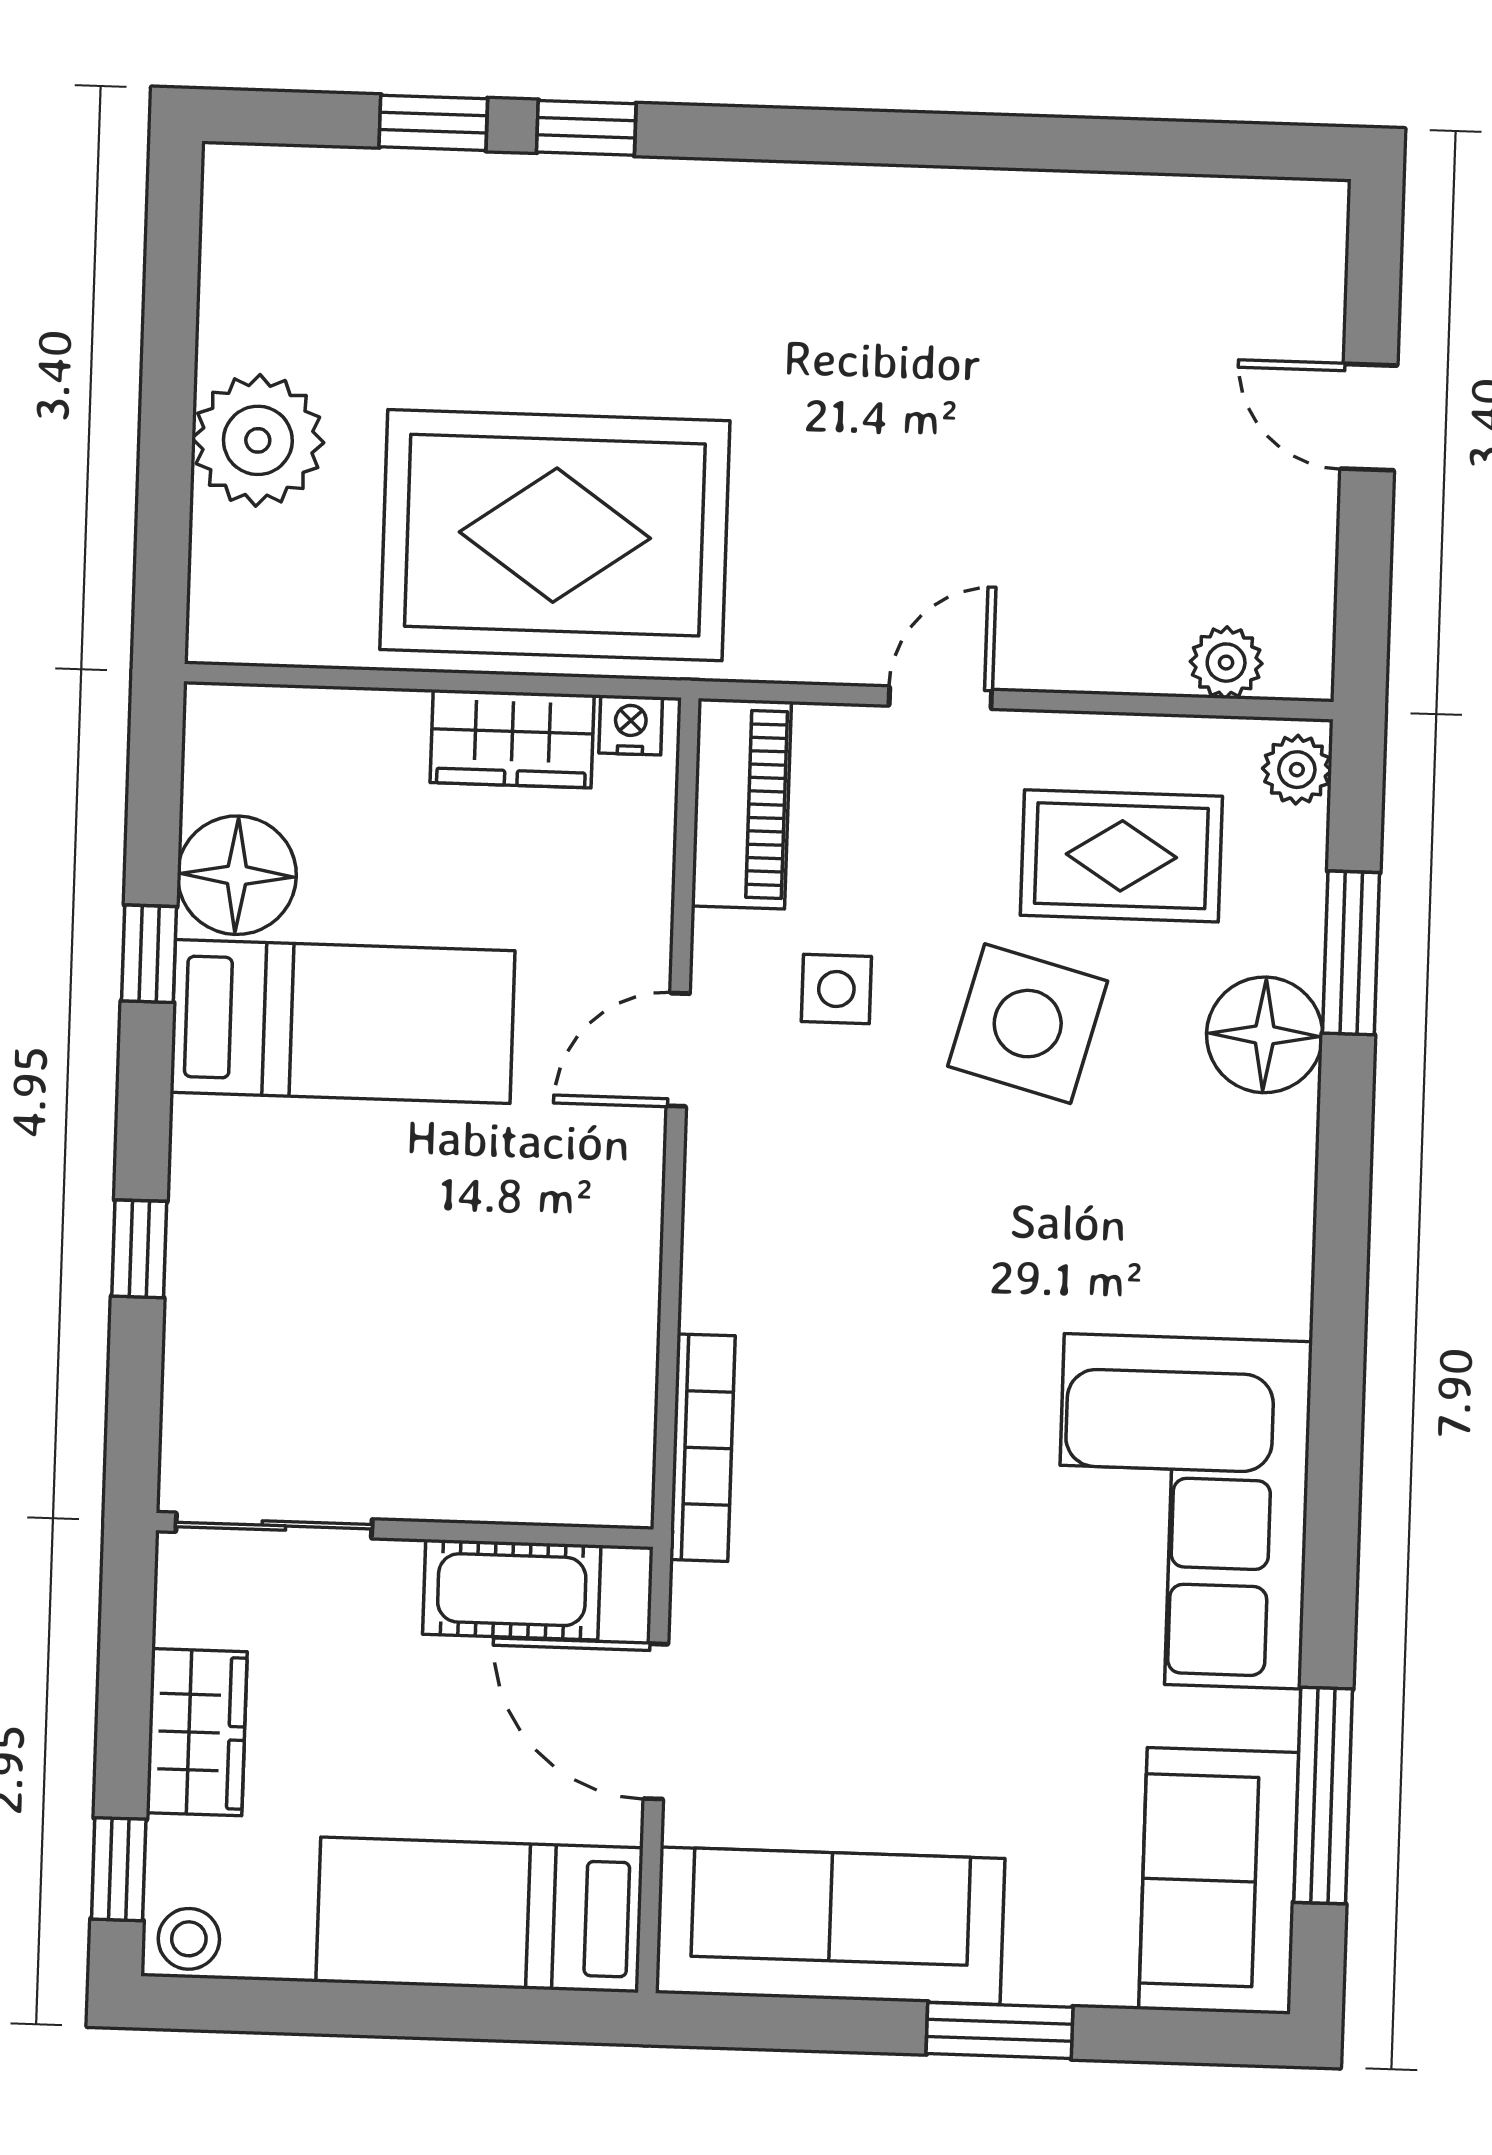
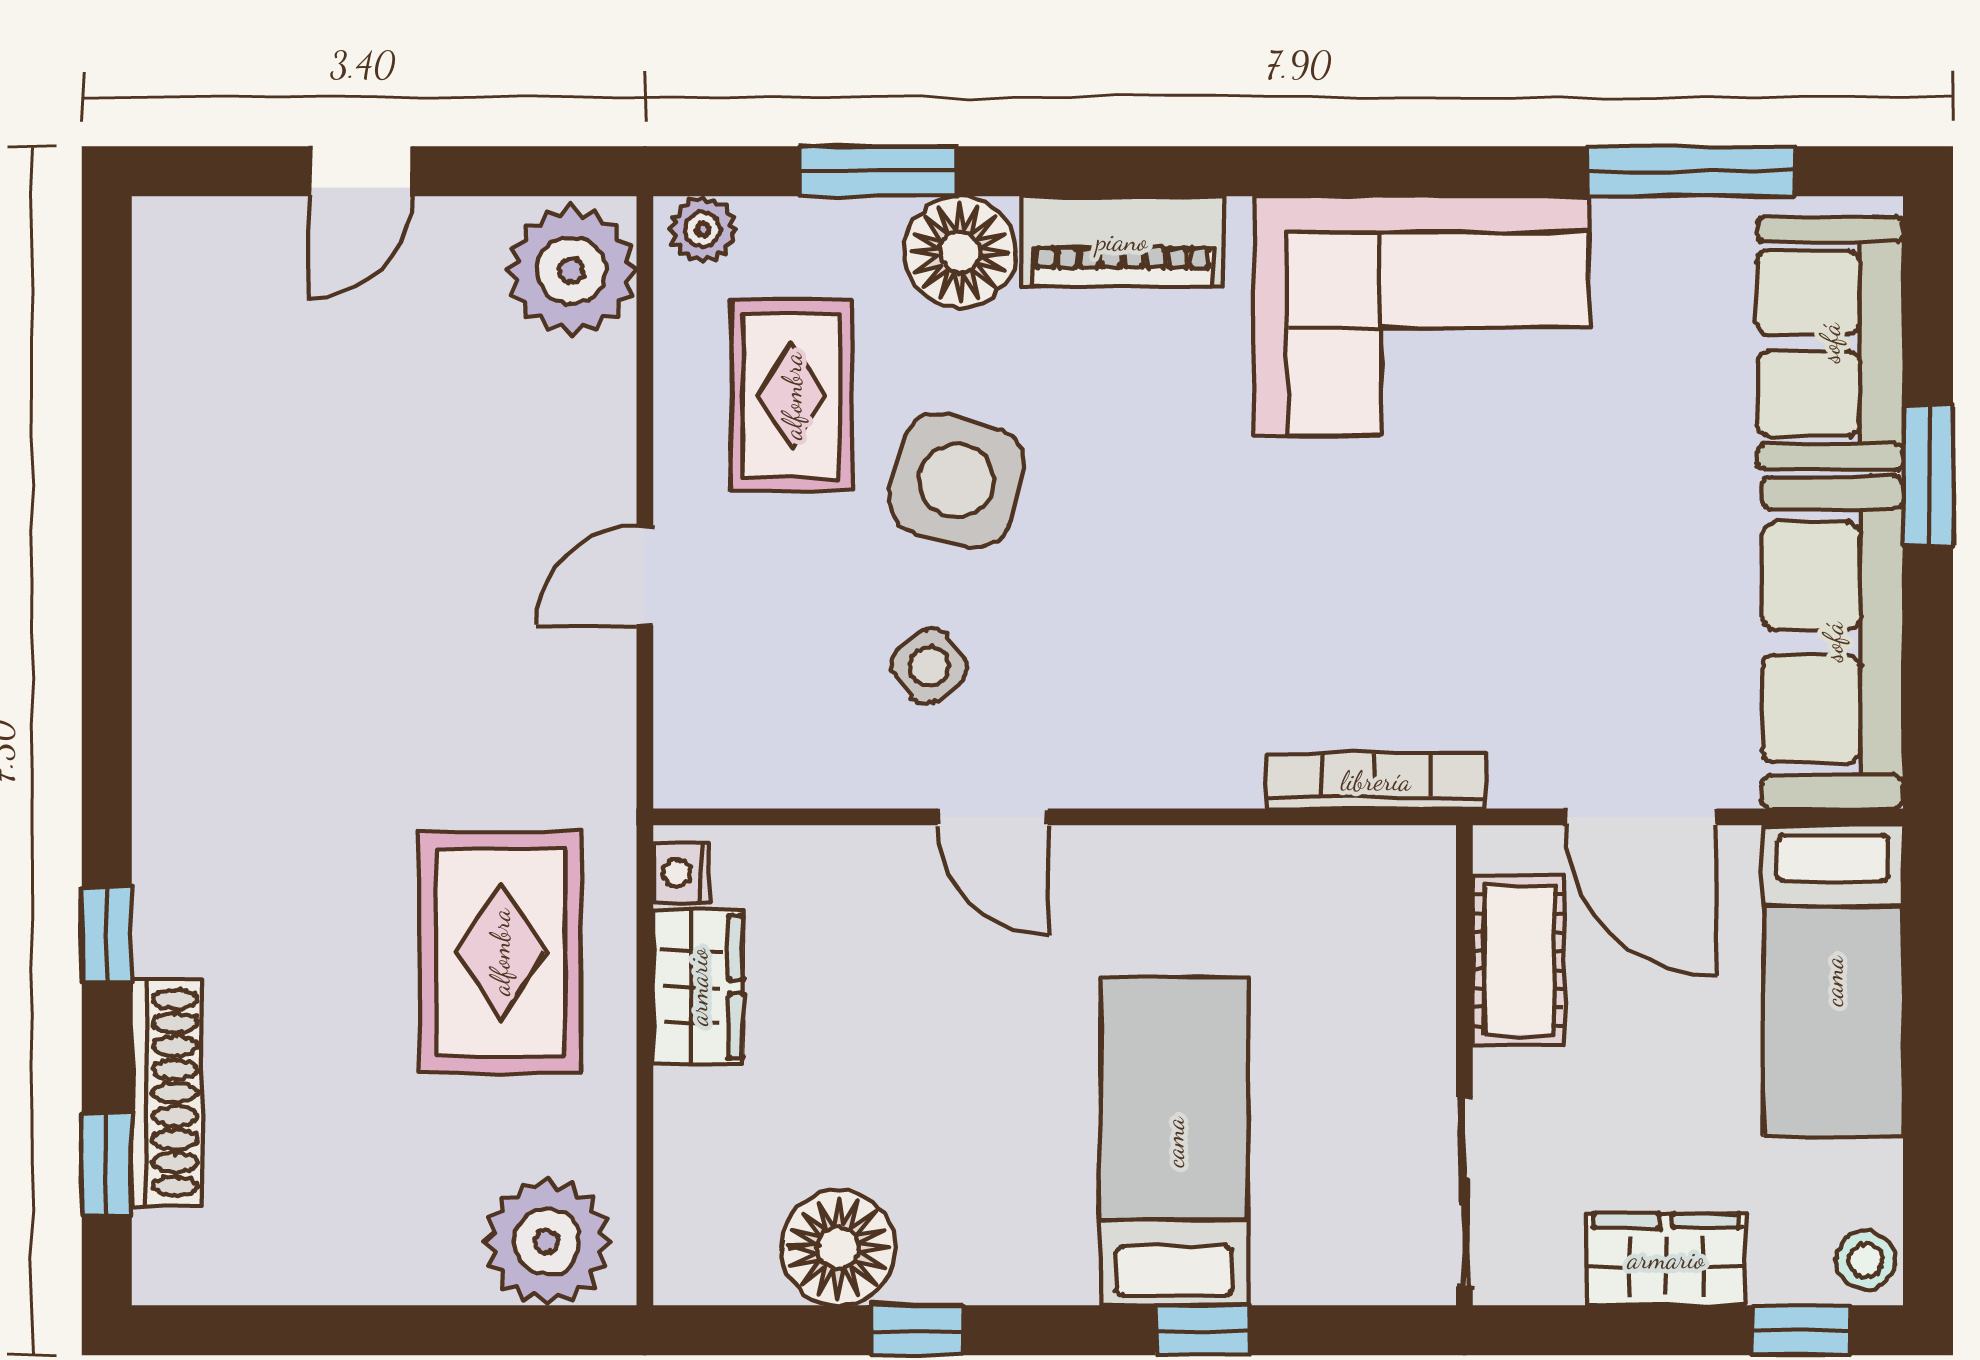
window: (433, 123) -> (107, 1164), moved
shoe rack: (421, 185) -> (167, 1093), added
plant: (258, 440) -> (547, 1242), moved
rug: (555, 535) -> (500, 952), width x0.73, depth x0.69
plant: (1226, 663) -> (571, 271), width x1.88, depth x1.88
door: (940, 698) -> (645, 575), hinge flipped
piano: (741, 804) -> (1122, 241), moved, turned 180
side table: (836, 989) -> (929, 666), turned -37
bed: (343, 1021) -> (1174, 1142), moved
door: (656, 1721) -> (1641, 817), hinge flipped
sofa: (1219, 1881) -> (1830, 343), moved, turned 90

